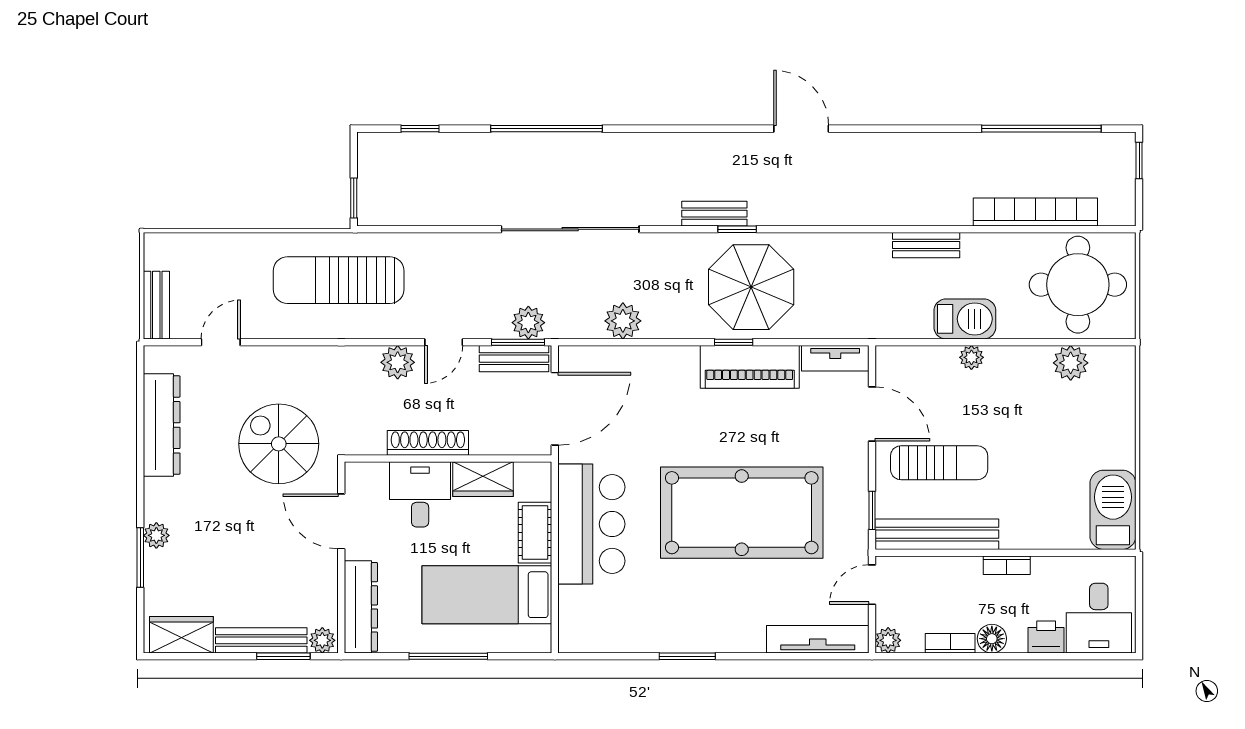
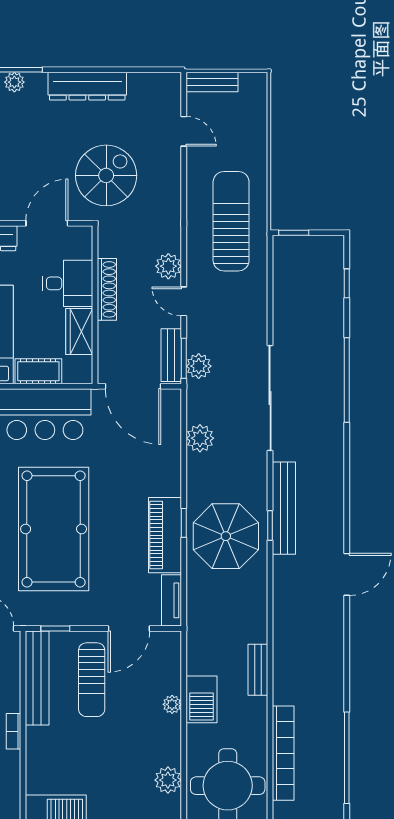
bench: (714, 214) -> (284, 508), width x1.86, depth x1.21
dresser: (162, 425) -> (87, 86), moved
plant: (156, 535) -> (14, 82), moved

